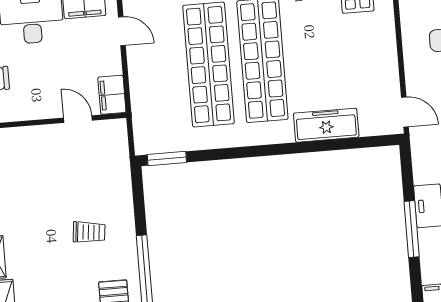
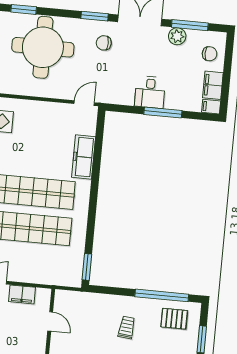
filing cabinet: (112, 95) -> (22, 294), moved
door: (78, 119) -> (50, 321), swing flipped

